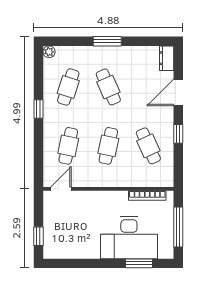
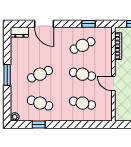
window: (38, 109) -> (39, 125), moved
window: (178, 134) -> (88, 24), moved
door: (61, 189) -> (113, 83), moved

